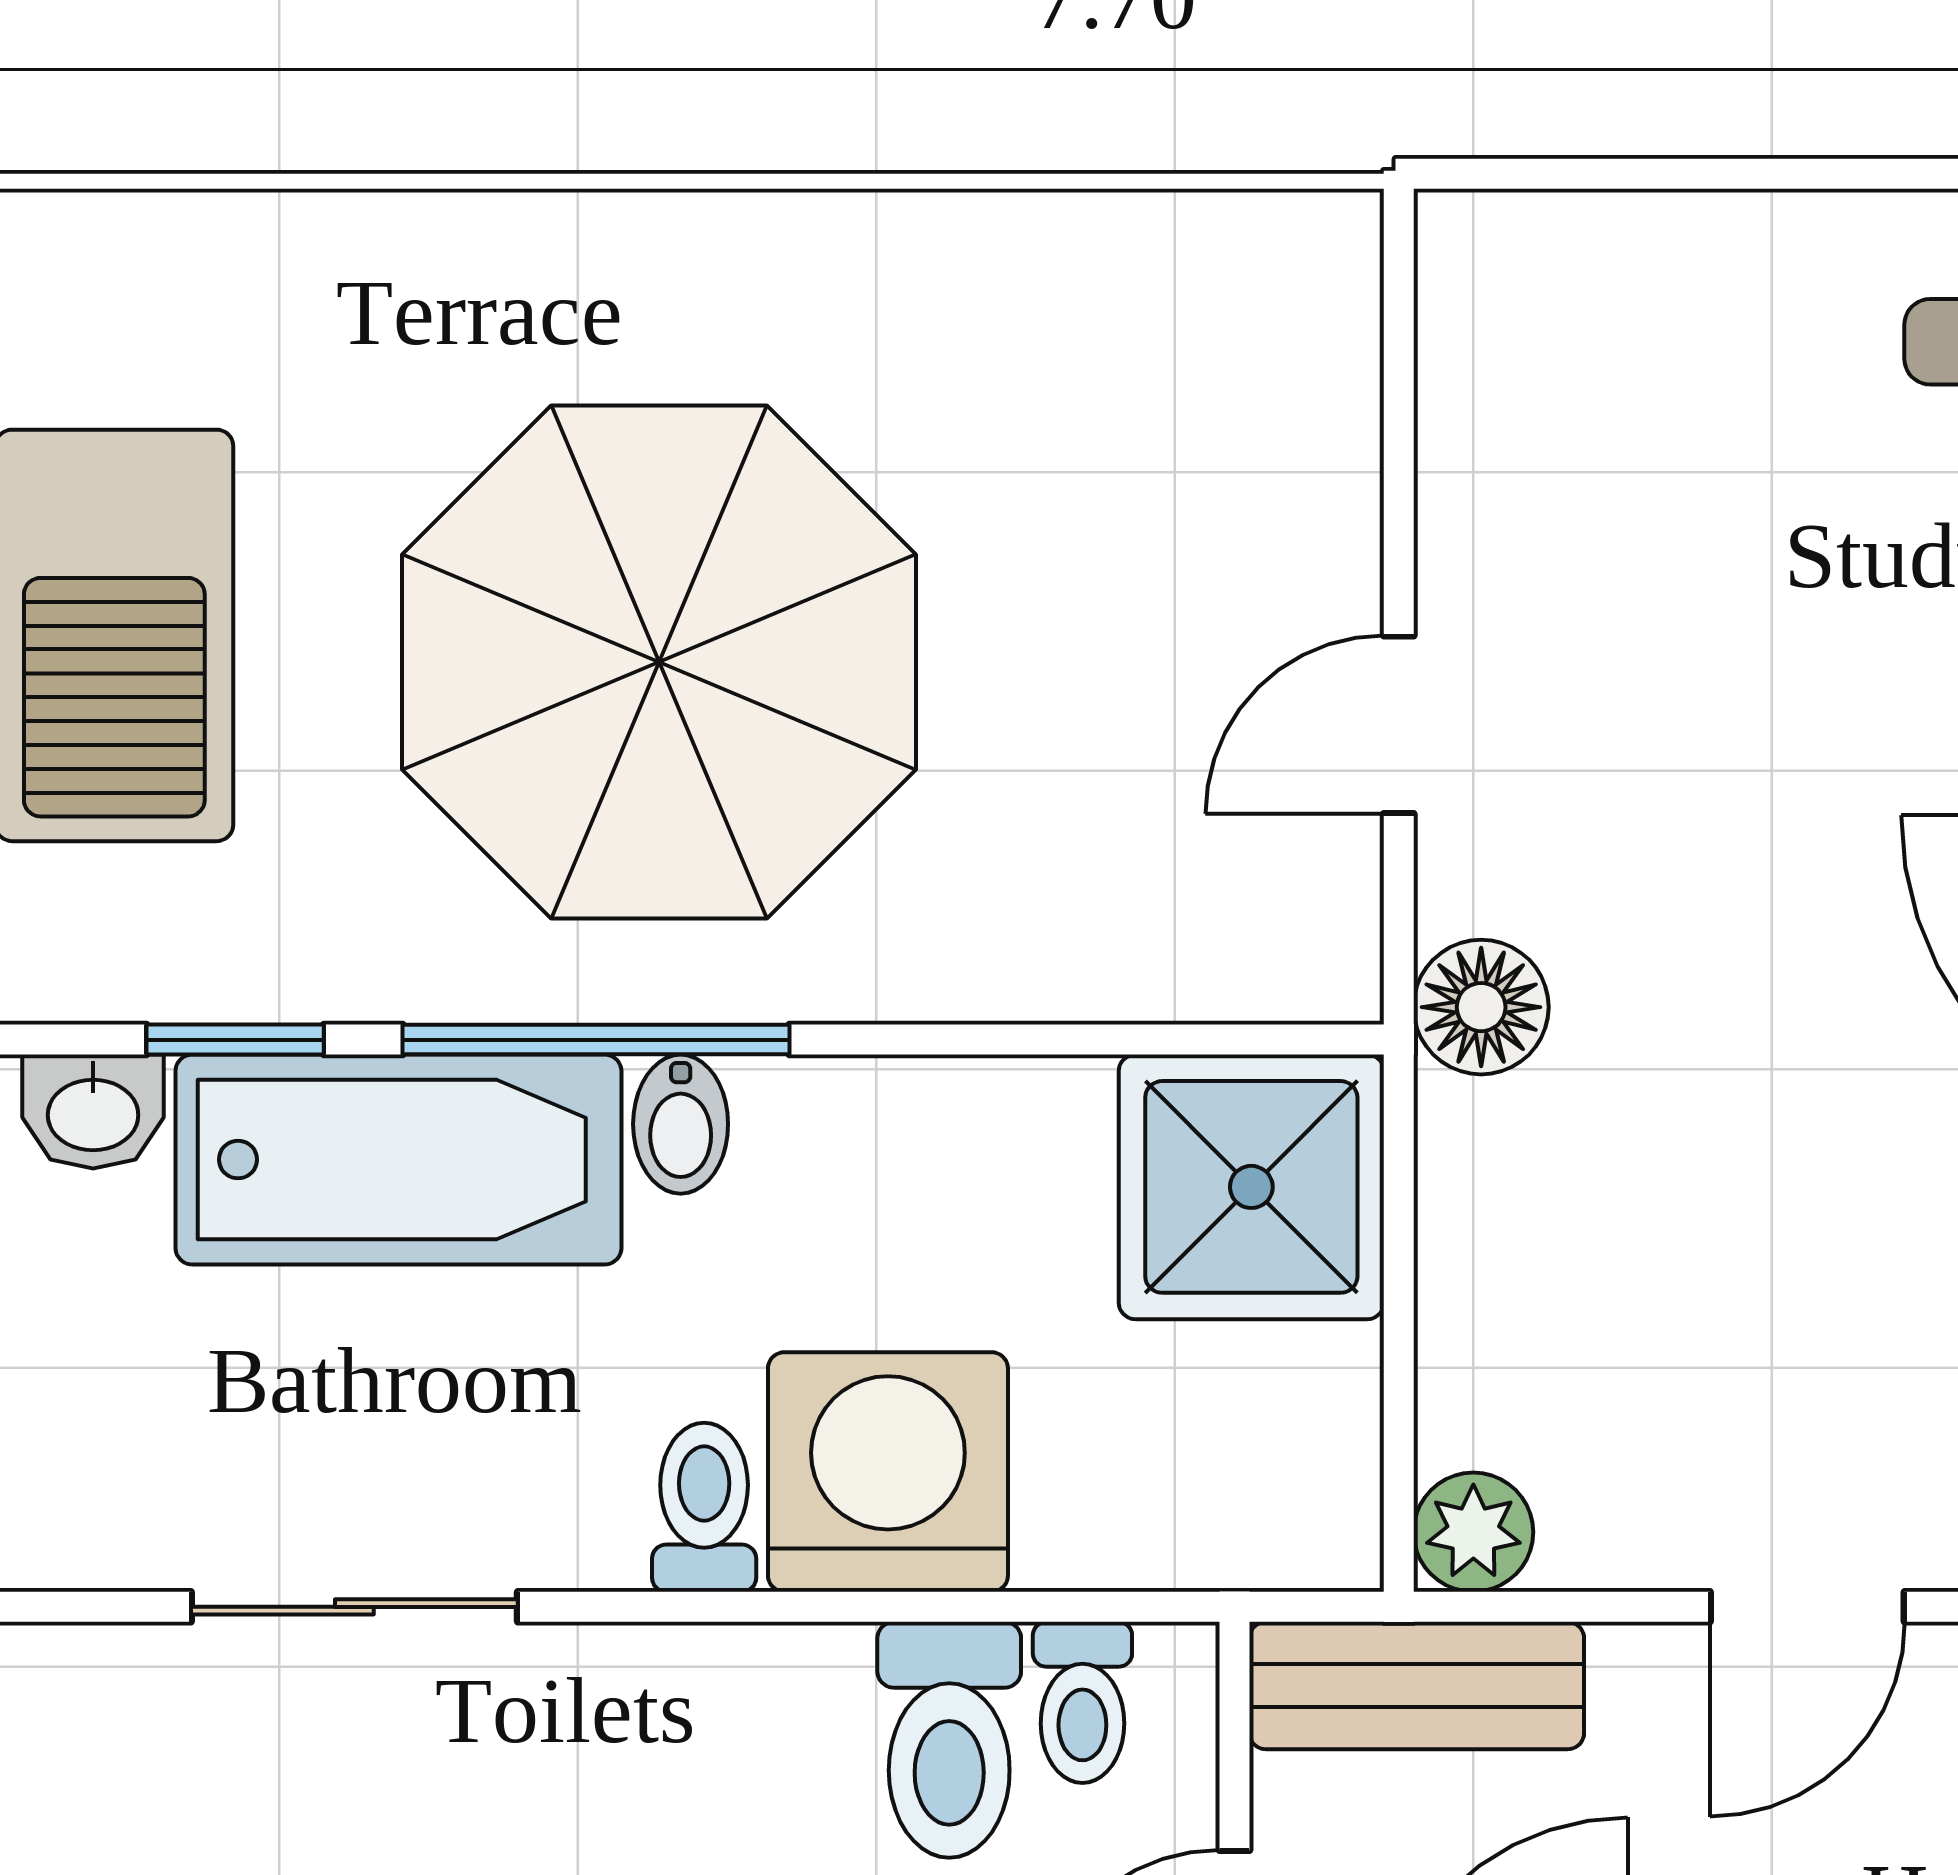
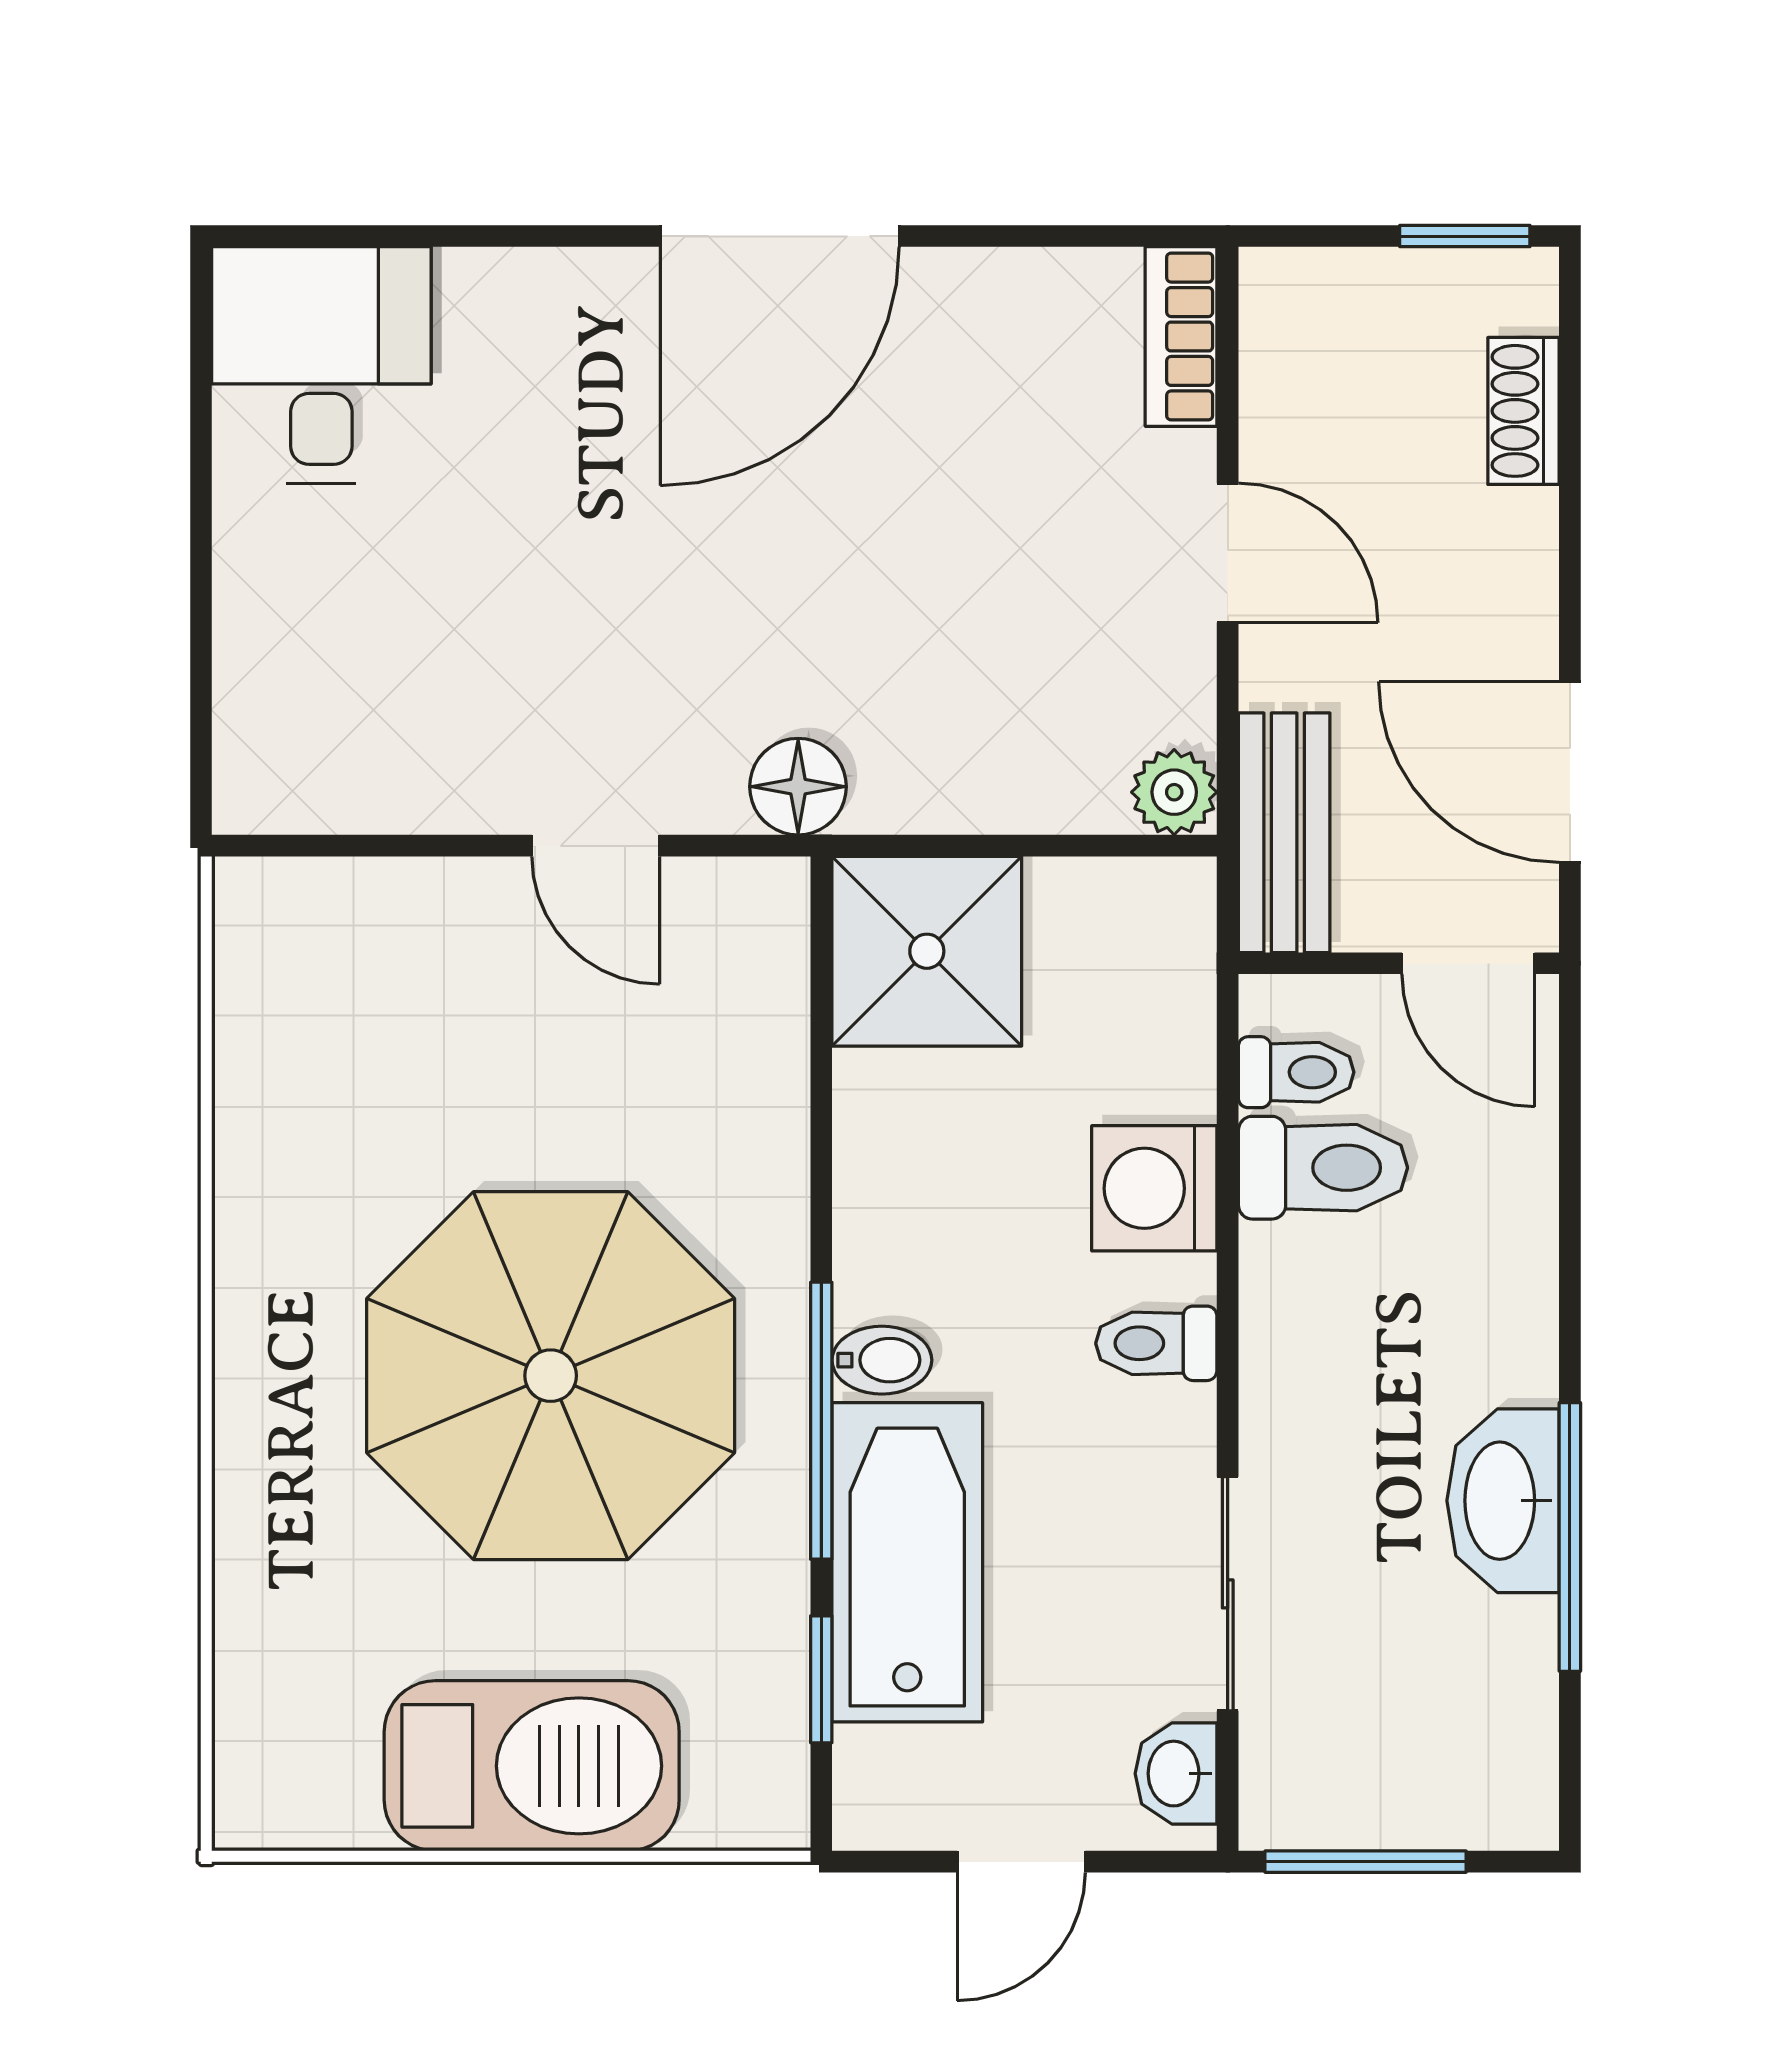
washbasin: (93, 1112) -> (1176, 1774), moved, turned 180
washing machine: (888, 1472) -> (1154, 1188), width x0.73, depth x0.73

